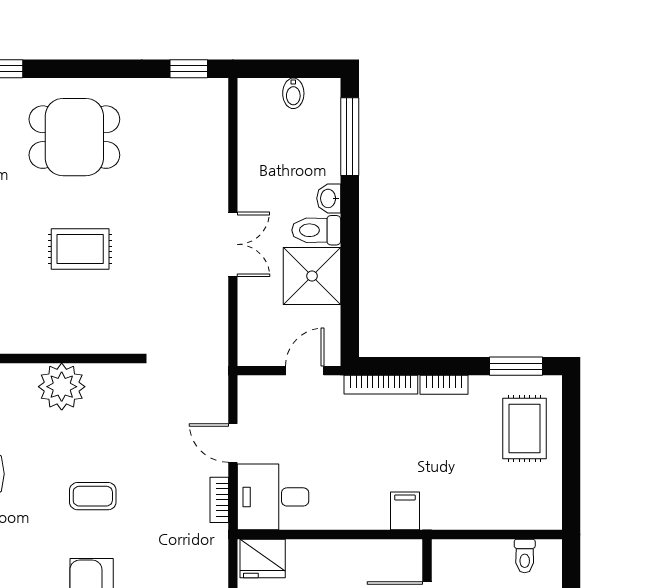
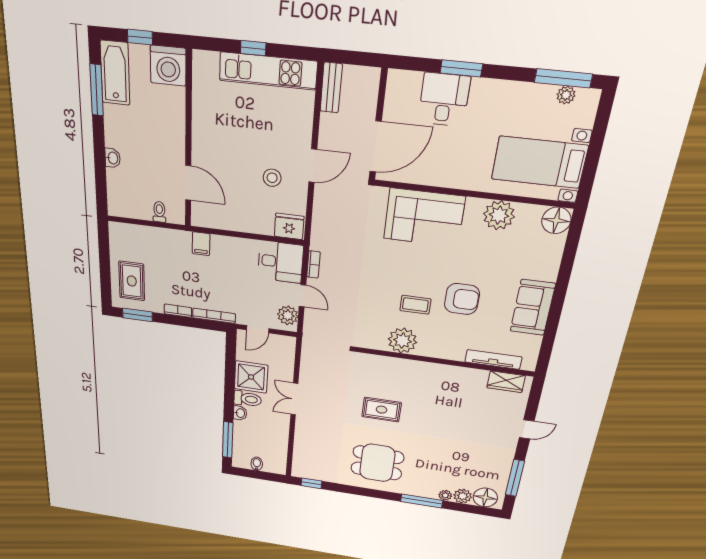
plant: (255, 404) -> (288, 315), added
coffee table: (93, 496) -> (415, 305), moved
toilet: (525, 556) -> (159, 212), moved

